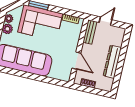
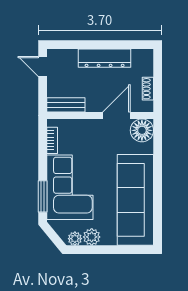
door: (105, 21) -> (43, 66), moved
floor lamp: (64, 74) -> (142, 130), added

